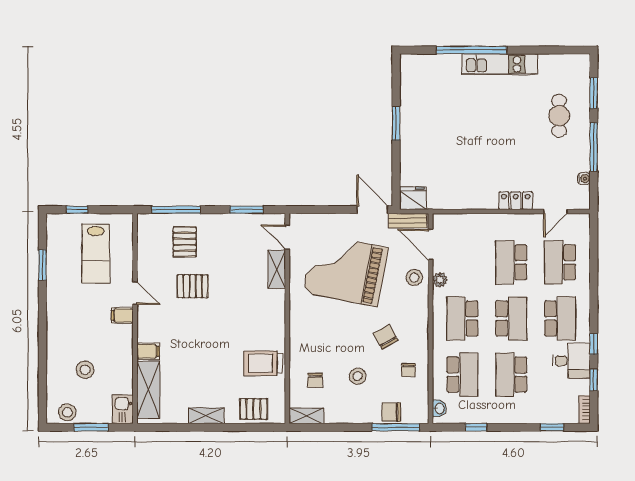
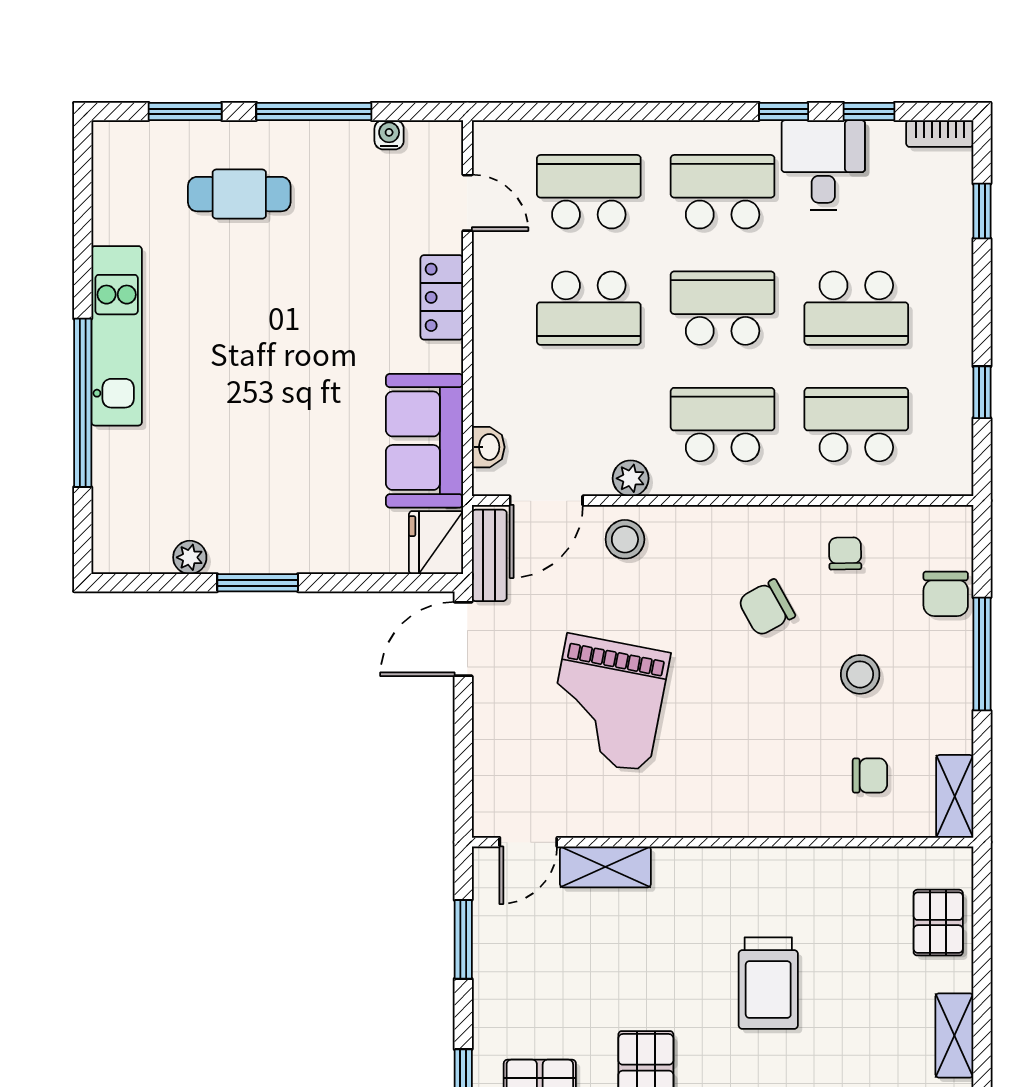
plant: (407, 95) -> (190, 557), added
sofa: (456, 193) -> (424, 441), added
school desk: (560, 262) -> (589, 192), turned 180
grand piano: (346, 270) -> (607, 703), width x0.73, depth x0.68
school desk: (462, 318) -> (723, 425), turned 180
trolley: (263, 363) -> (768, 983), moved
chair: (408, 370) -> (845, 553), turned -91
washbasin: (439, 408) -> (488, 447), moved, turned 90
window: (396, 427) -> (982, 654), moved

